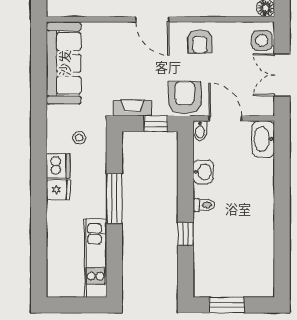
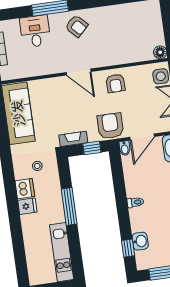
door: (225, 118) -> (142, 137), swing flipped
washbasin: (203, 172) -> (140, 241), moved
window: (186, 234) -> (128, 248), moved

